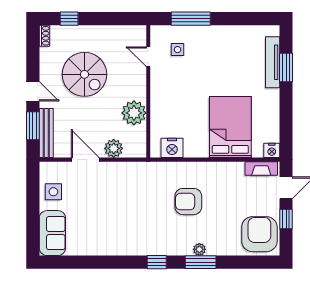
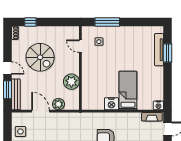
bed: (230, 127) -> (128, 91), width x0.67
nightstand: (172, 148) -> (111, 104), moved

